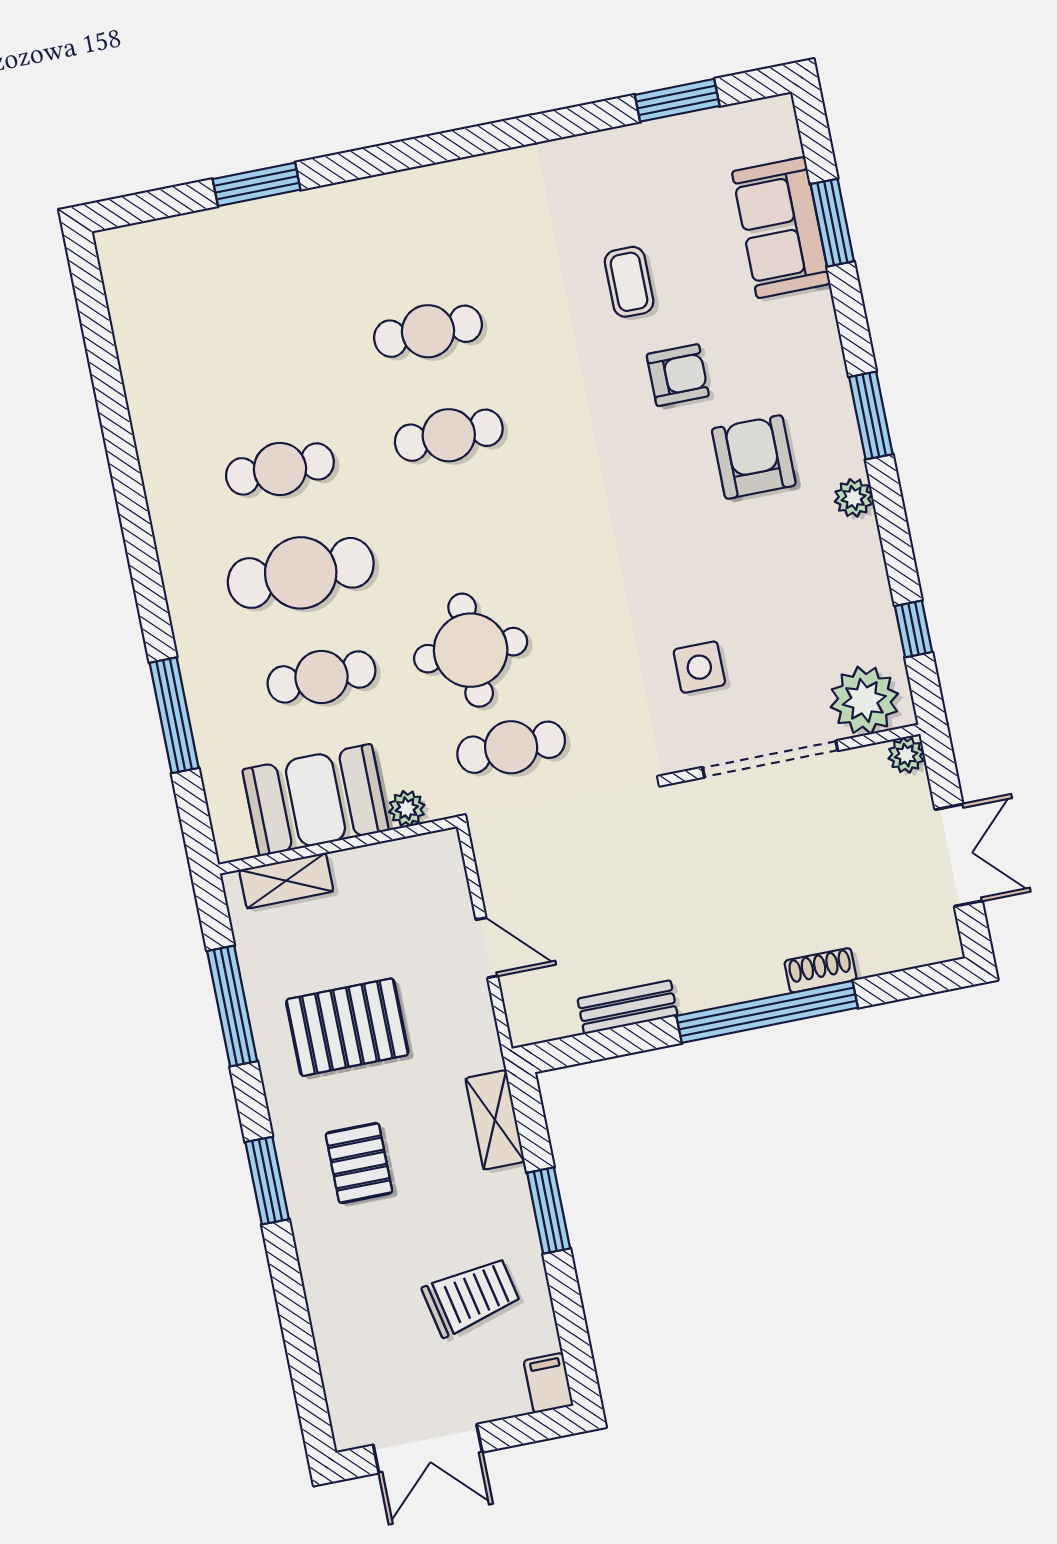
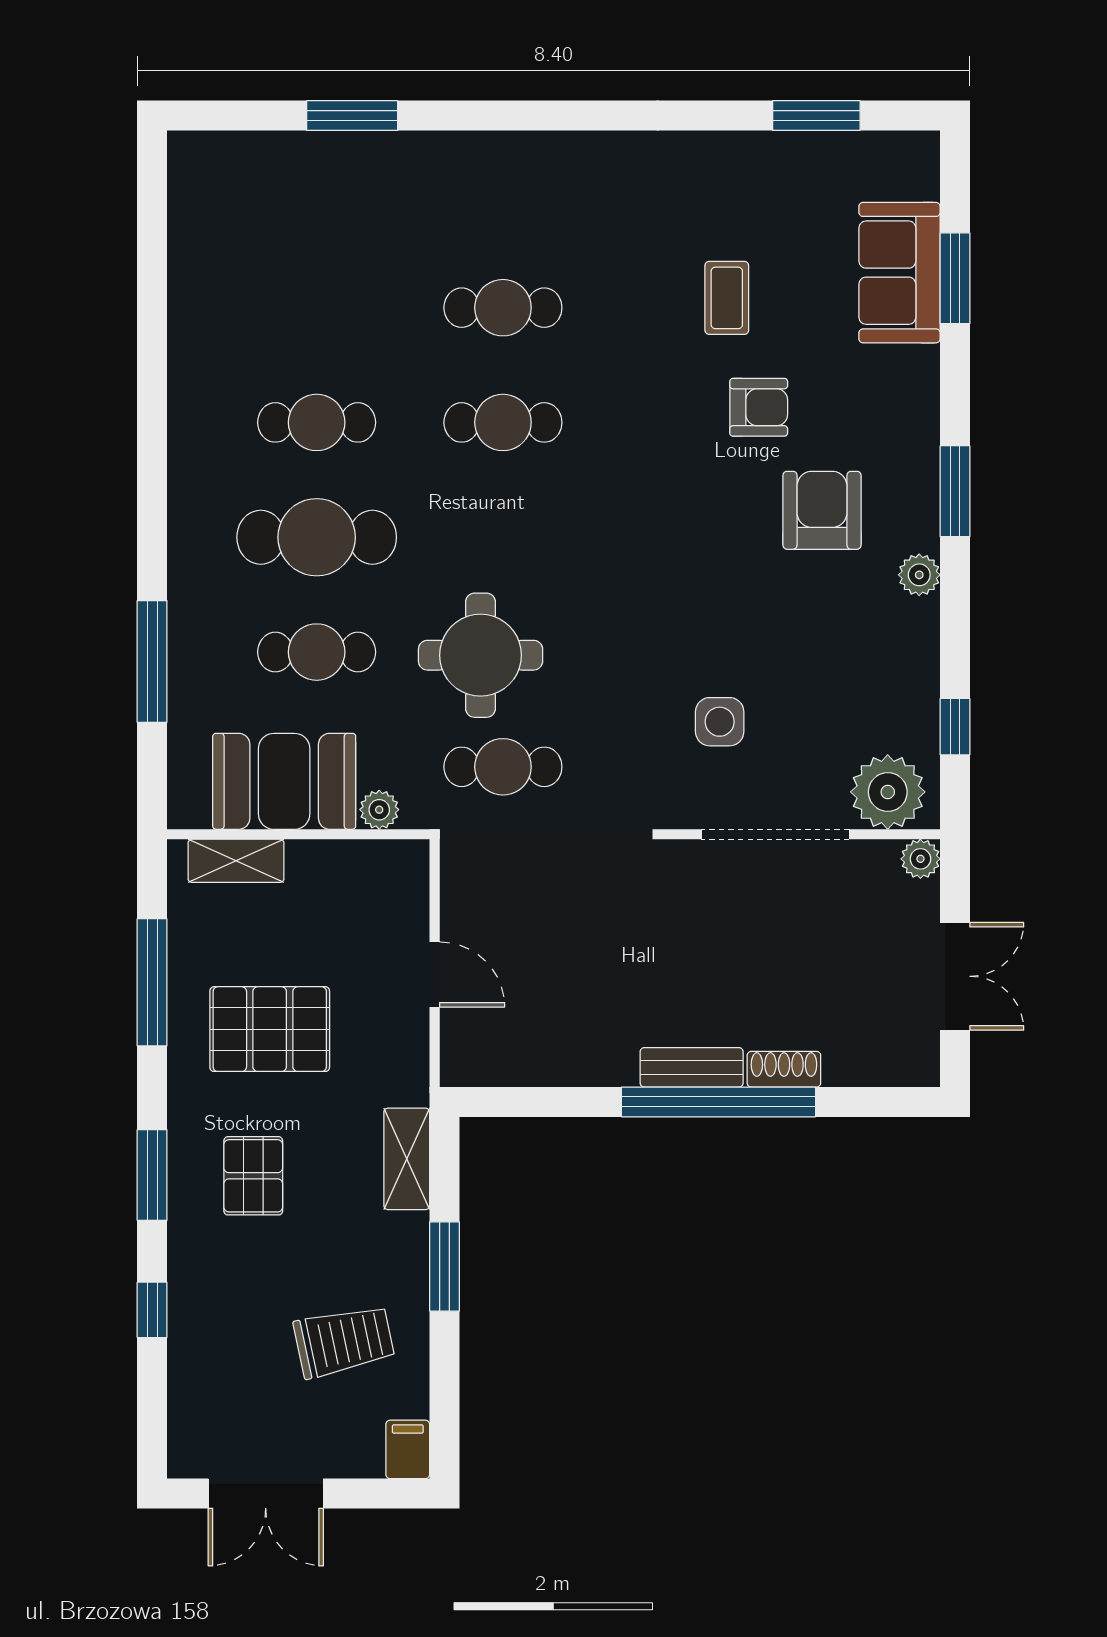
bench: (627, 1007) -> (692, 1067), moved
window: (291, 1303) -> (152, 1310), added

